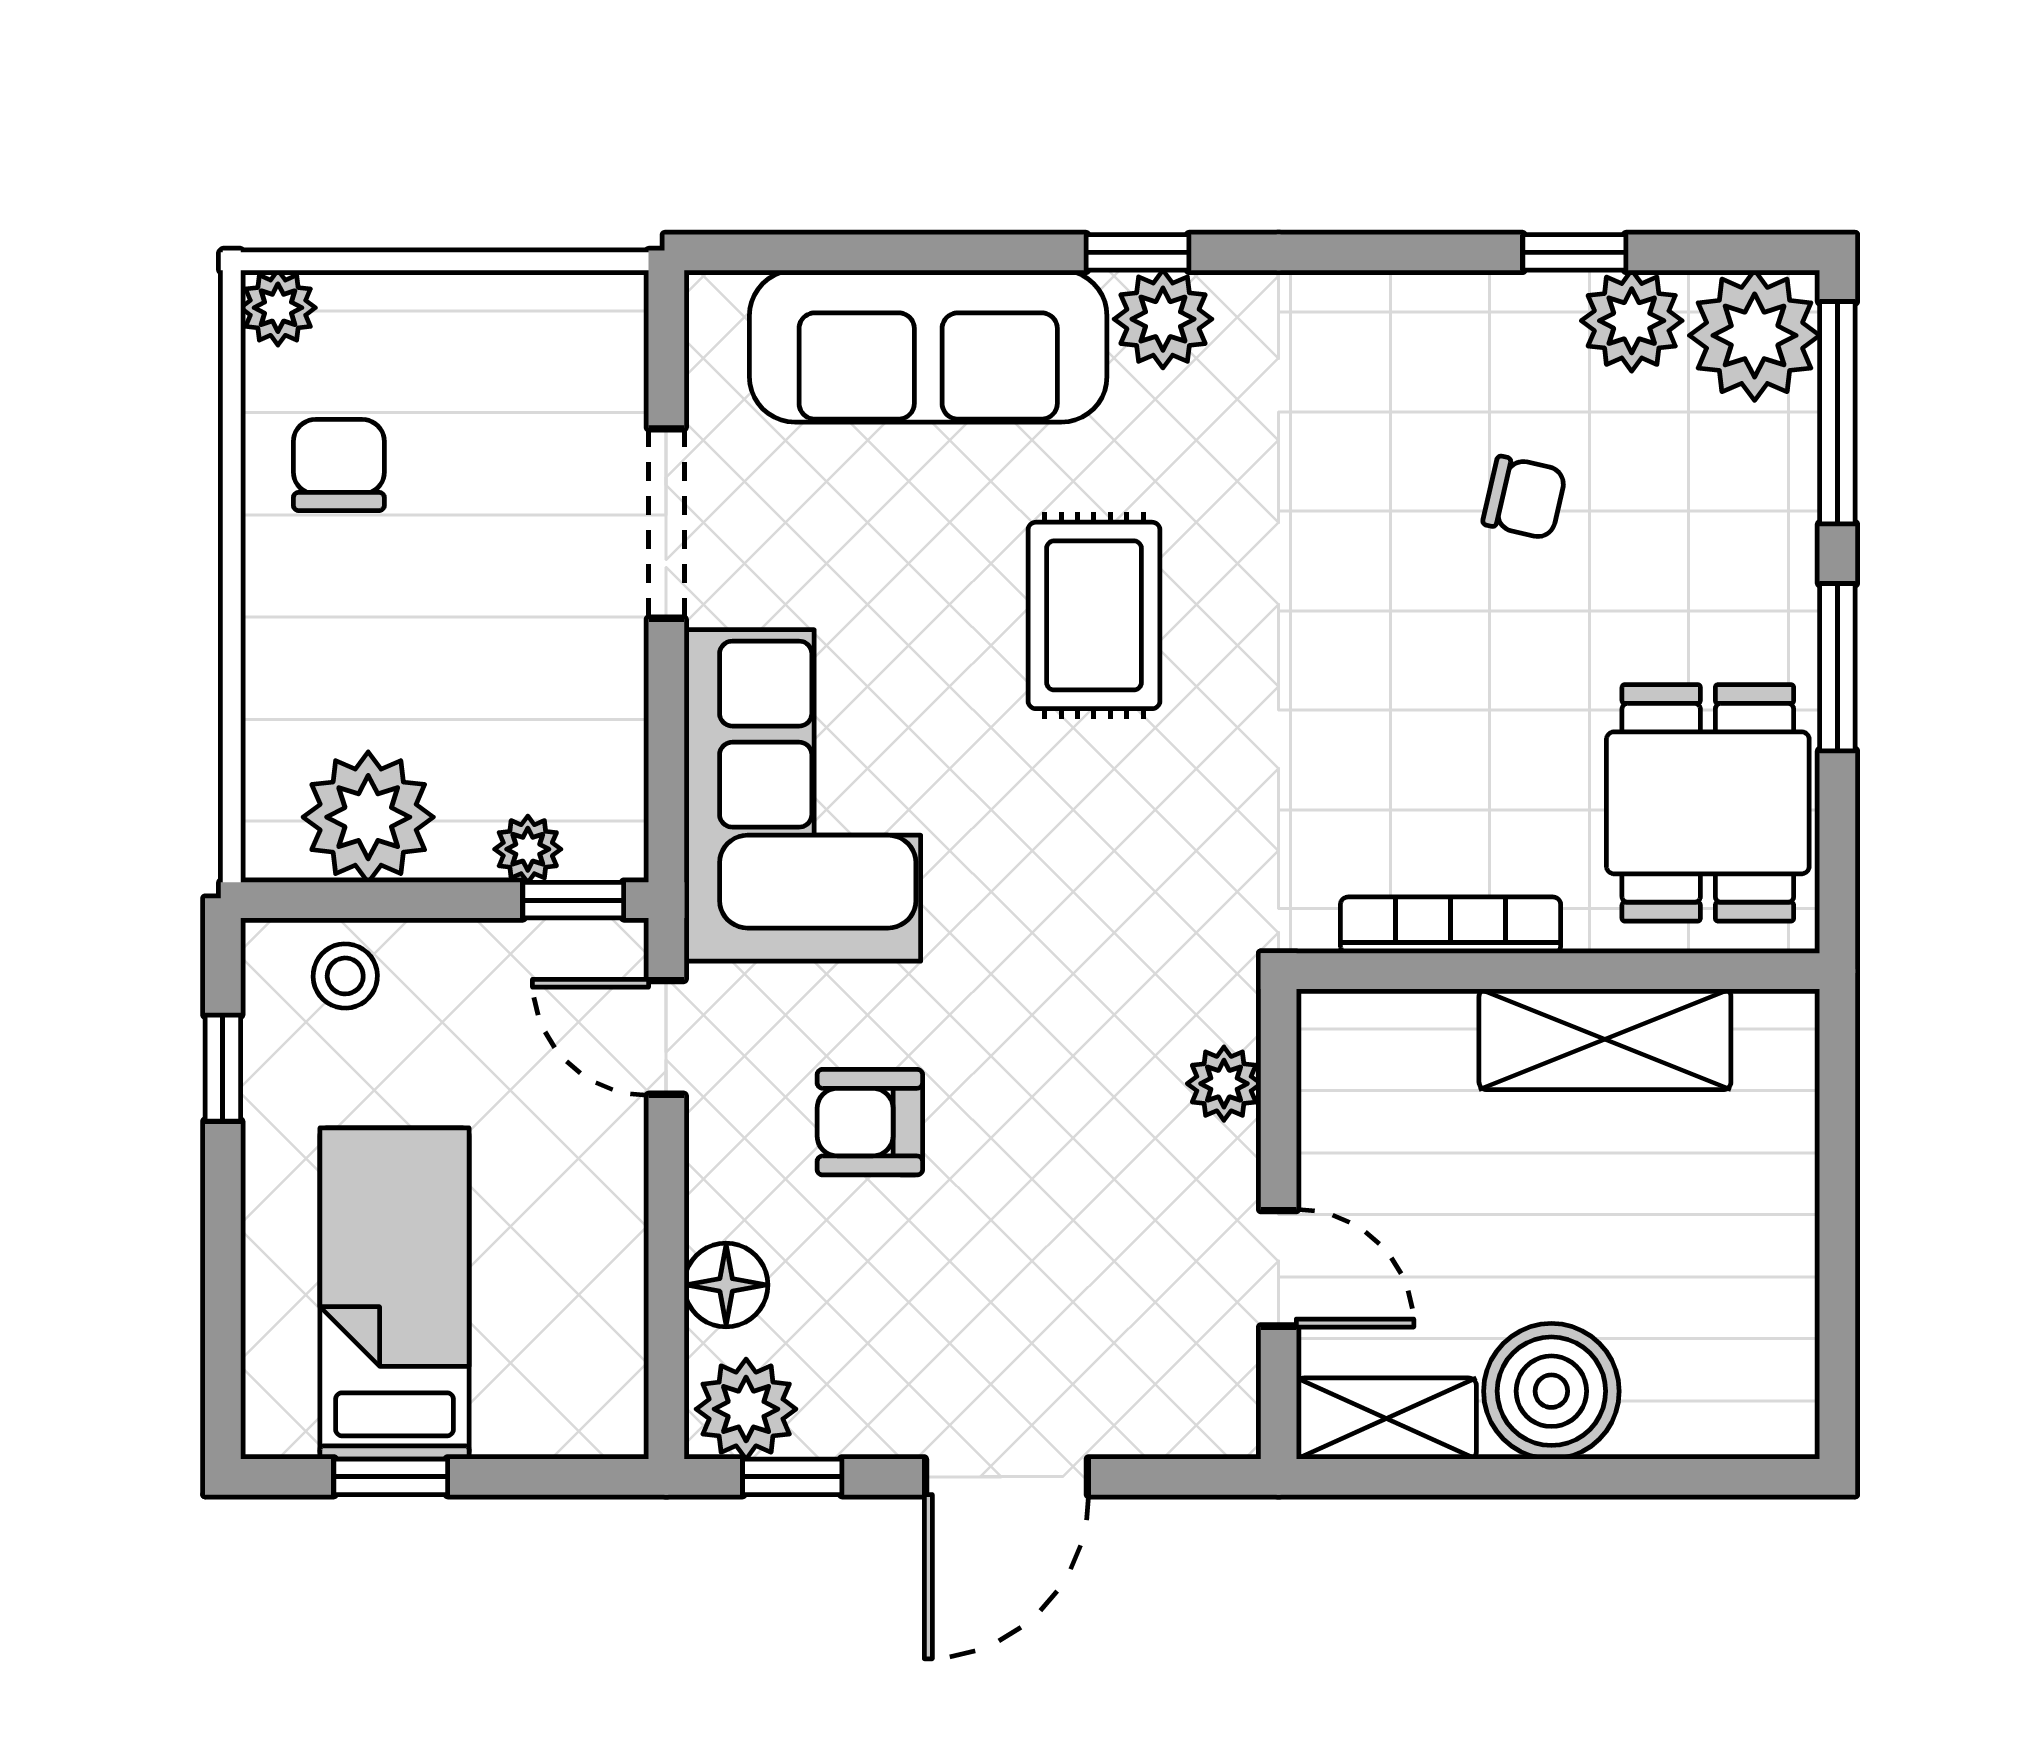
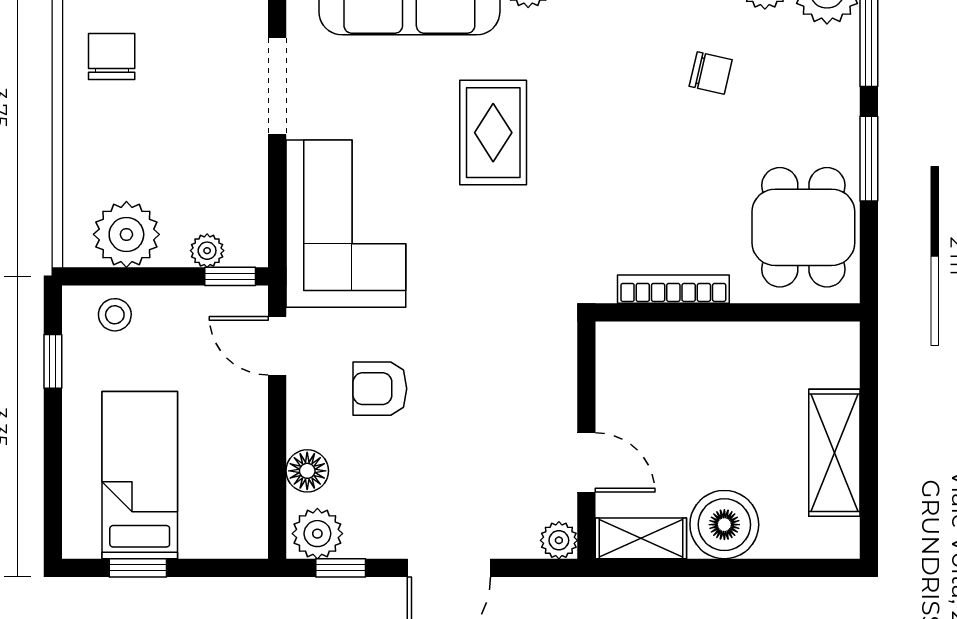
shelving: (1605, 1039) -> (834, 453), moved, turned 90
plant: (1224, 1084) -> (559, 540), moved

